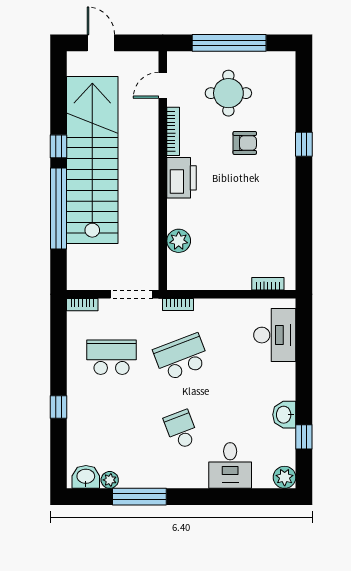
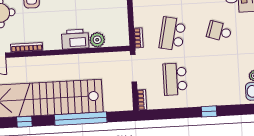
window: (59, 146) -> (24, 122), moved
printer: (182, 178) -> (75, 39), moved
school desk: (181, 357) -> (172, 34), turned 33
school desk: (181, 430) -> (219, 31), turned 39

